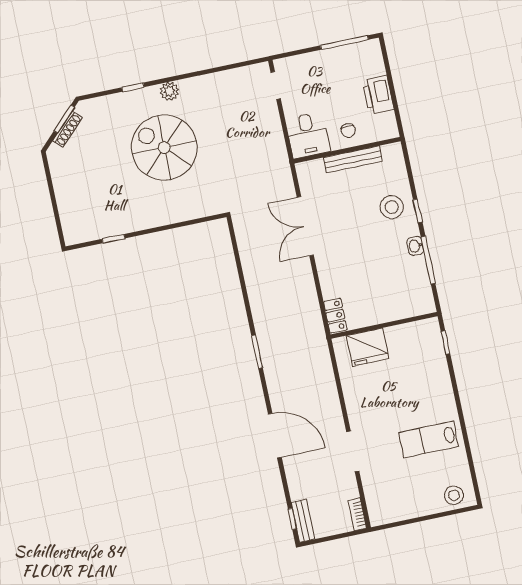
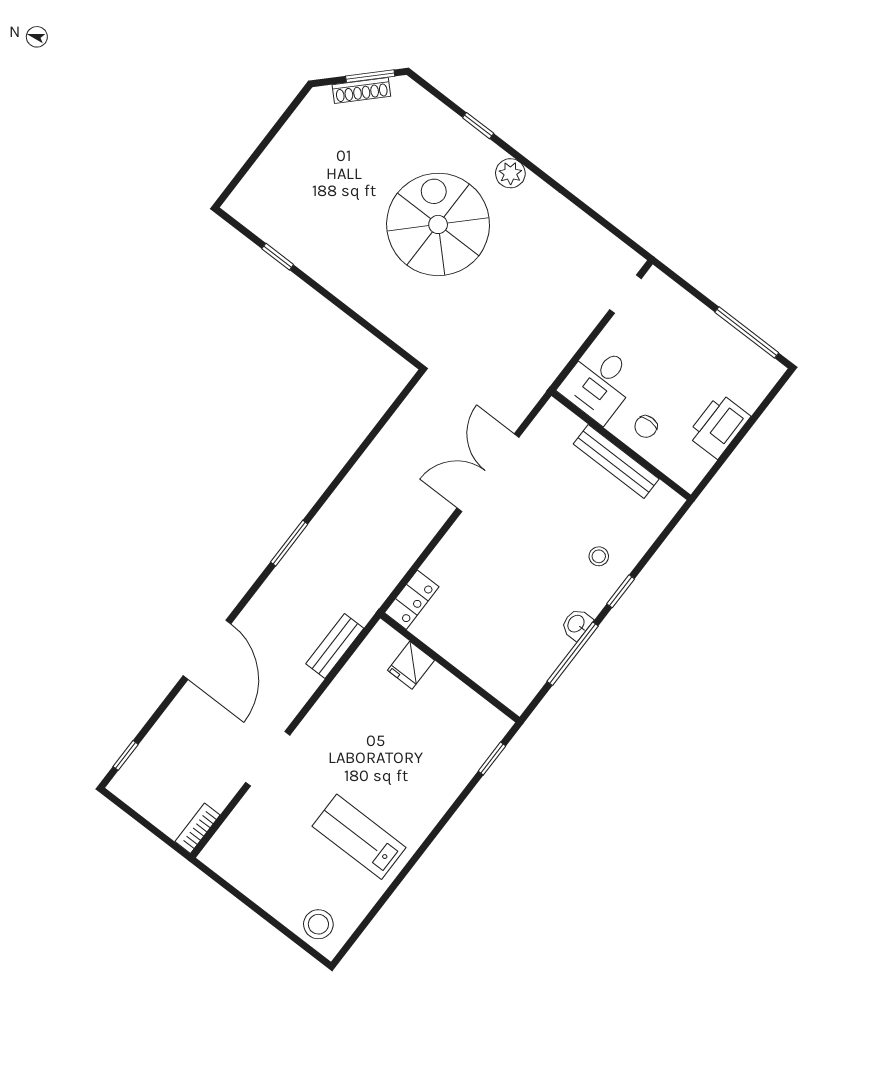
stool: (392, 207) -> (599, 556), width x0.53, depth x0.53
fridge: (368, 347) -> (411, 665), width x0.53, depth x0.75
bench: (303, 521) -> (335, 646), moved

